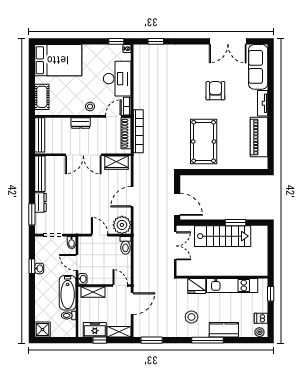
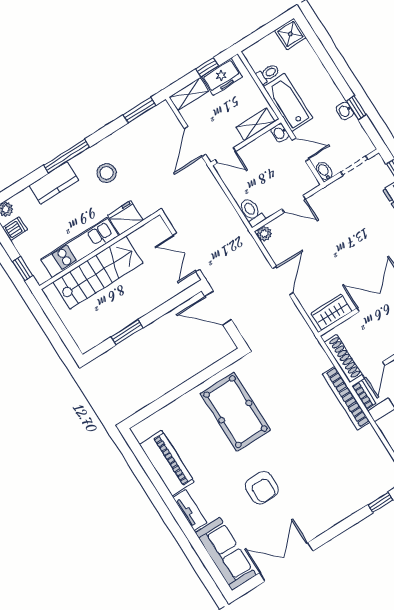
bookcase: (138, 131) -> (346, 398), moved
plant: (122, 225) -> (264, 234), width x0.53, depth x0.53
stairs: (223, 236) -> (98, 273), moved, turned 180

